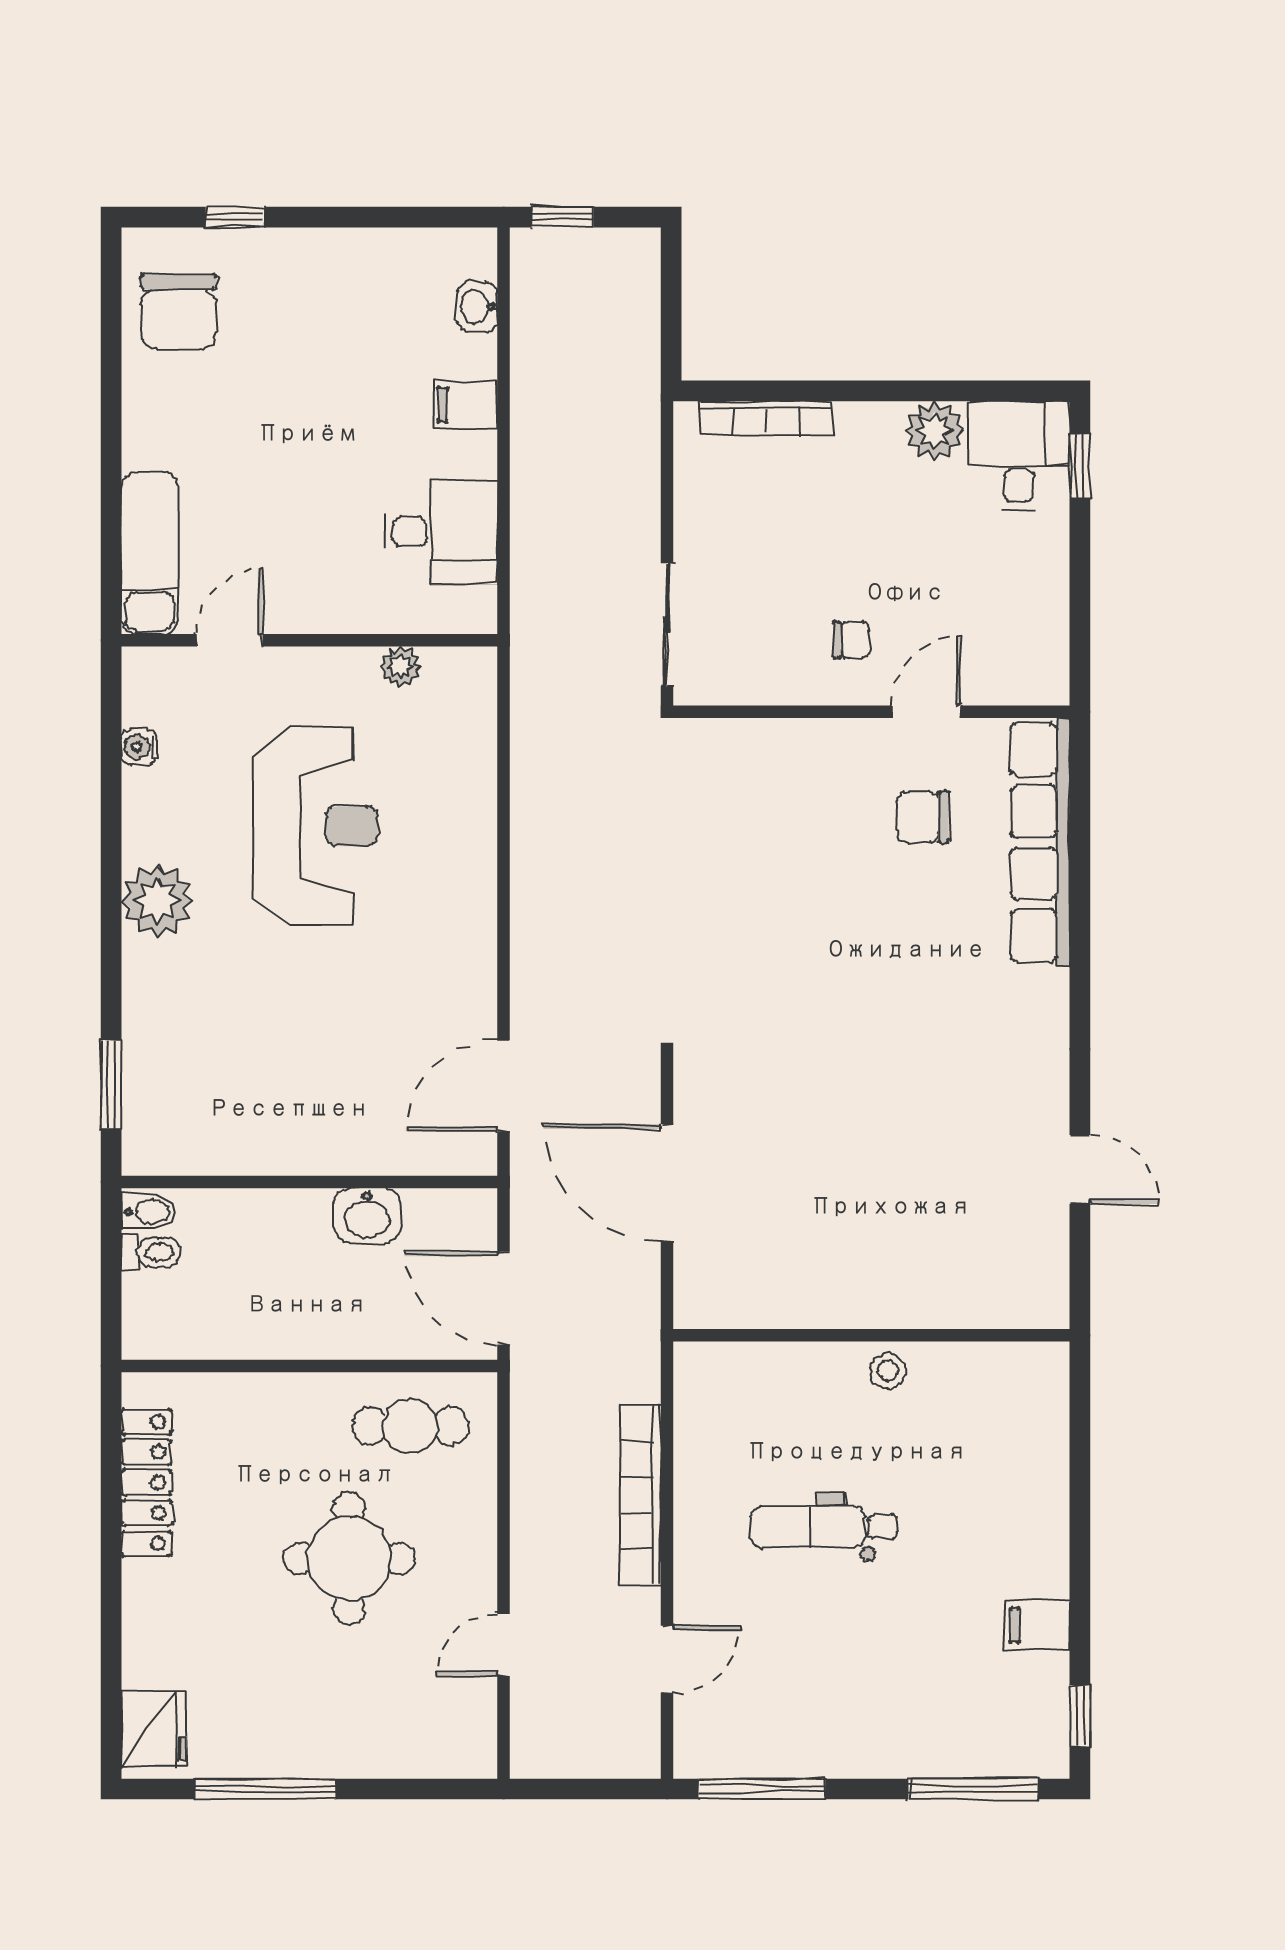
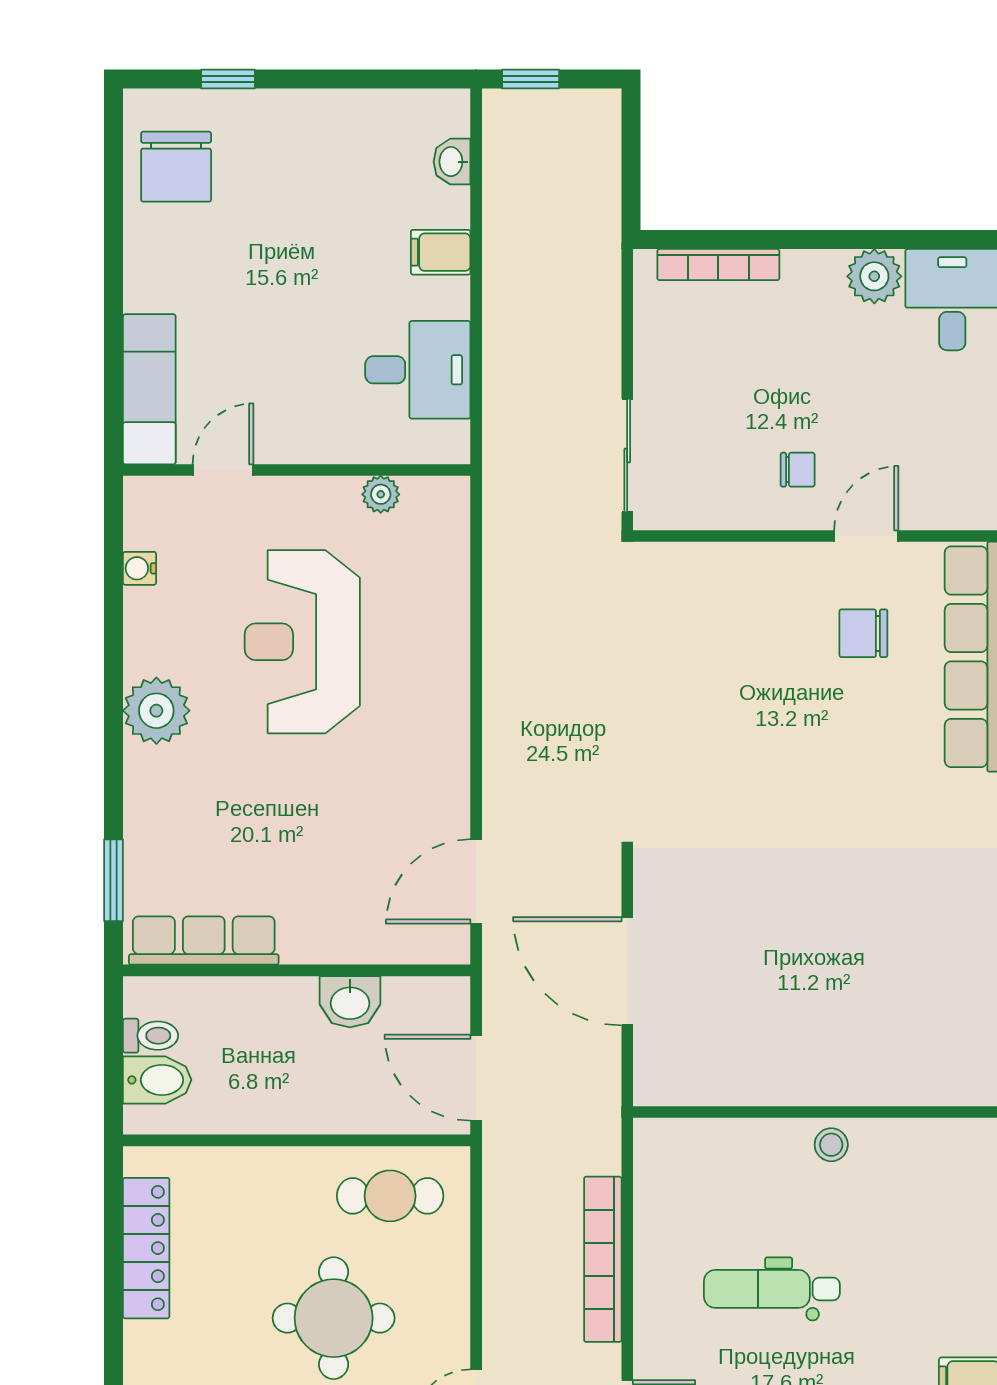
reception desk: (315, 826) -> (302, 642), turned 180
row of seats: (209, 1150) -> (204, 941), added
bidet: (149, 1212) -> (157, 1080), moved, width x1.38, depth x1.36

